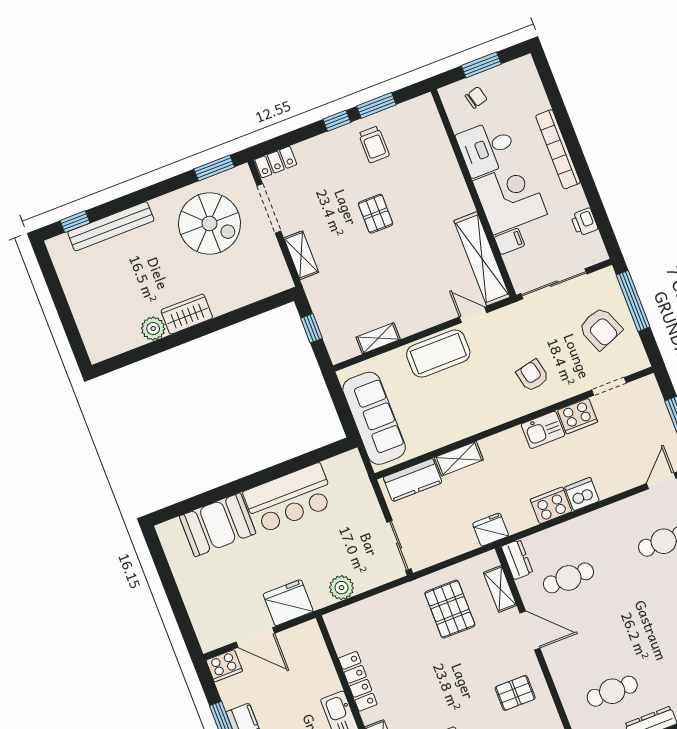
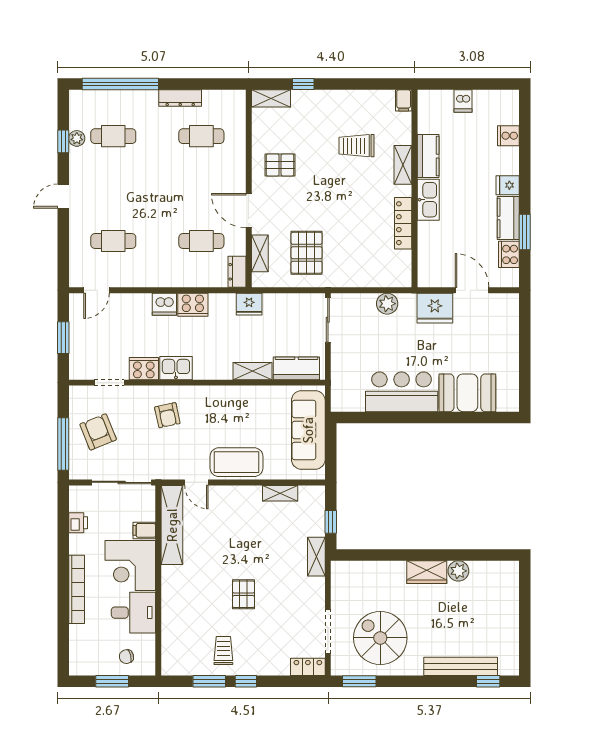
shelving: (301, 255) -> (316, 557), moved
cooker: (224, 666) -> (509, 254), moved, turned -90

